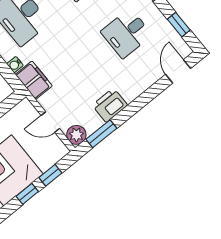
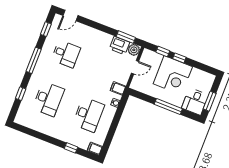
filing cabinet: (34, 80) -> (118, 88), width x0.50
printer: (110, 105) -> (119, 46), moved
door: (50, 122) -> (135, 67), hinge flipped

